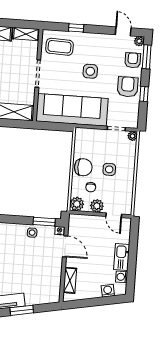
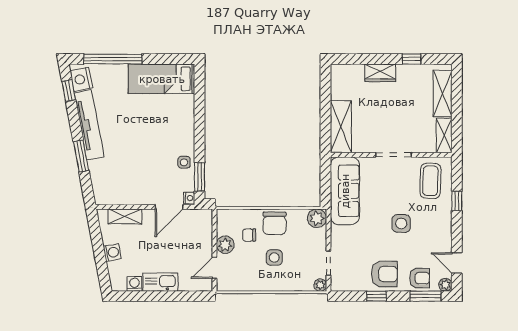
door: (123, 31) -> (457, 263), swing flipped
sofa: (72, 110) -> (345, 191), width x0.74, depth x0.79
plant: (77, 204) -> (317, 218), moved
washing machine: (108, 291) -> (112, 252), moved

